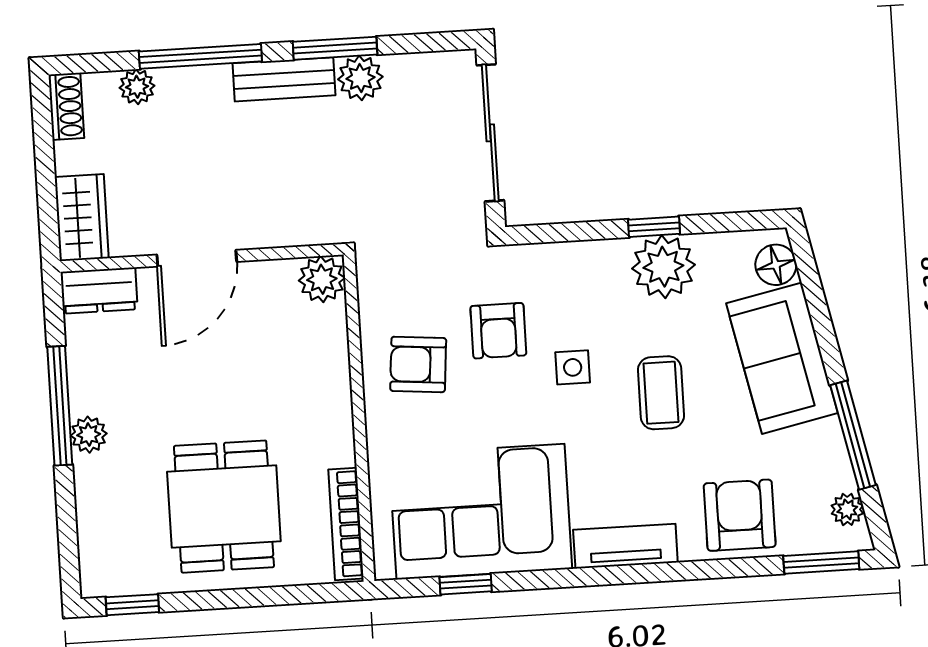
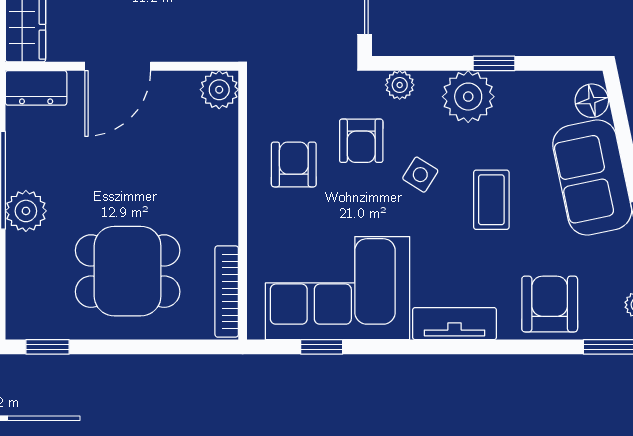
plant: (541, 260) -> (400, 85), added
plant: (663, 267) -> (468, 97), moved
armchair: (418, 364) -> (294, 164), turned 85
side table: (573, 367) -> (420, 175), turned 32
plant: (89, 435) -> (26, 211), width x1.38, depth x1.38
dining table: (224, 507) -> (128, 271), turned 90

